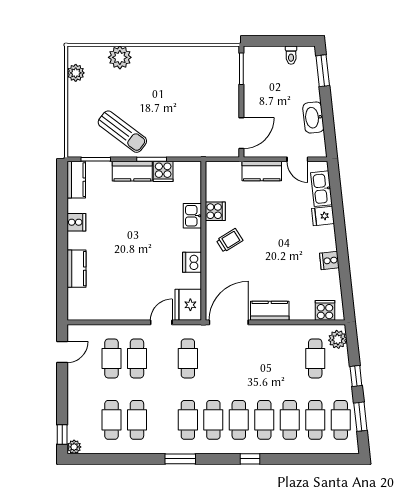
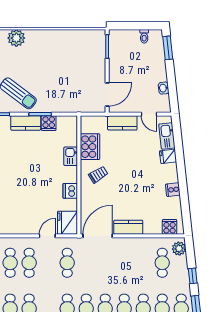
washbasin: (313, 117) -> (164, 88), width x0.52, depth x0.69
cooker: (215, 211) -> (90, 147), width x1.87, depth x1.31

